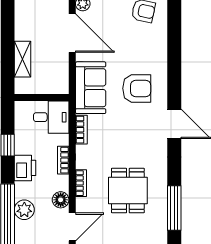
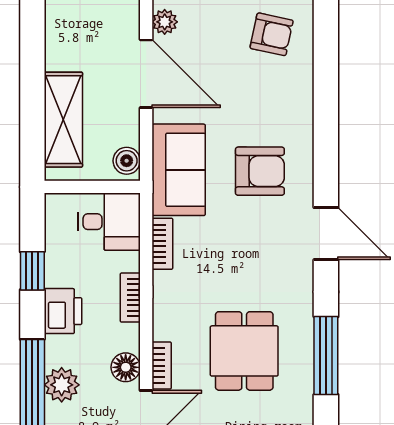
shelving: (22, 59) -> (63, 120), width x1.50, depth x1.33
boiler: (61, 83) -> (127, 161), added
bookcase: (81, 183) -> (162, 366), moved
window: (174, 208) -> (326, 356), moved

